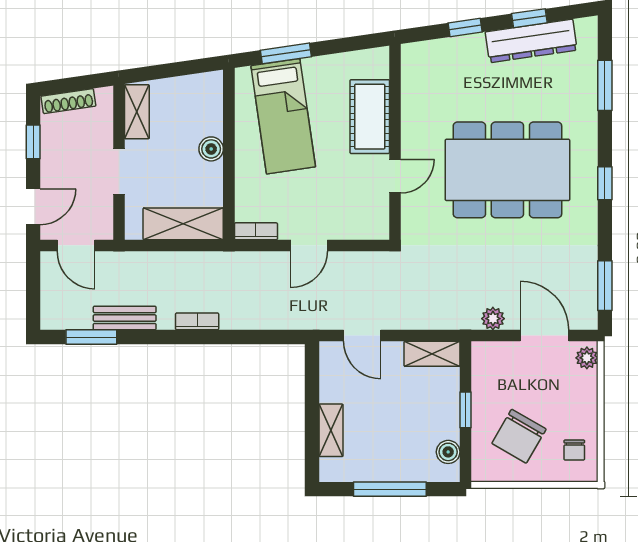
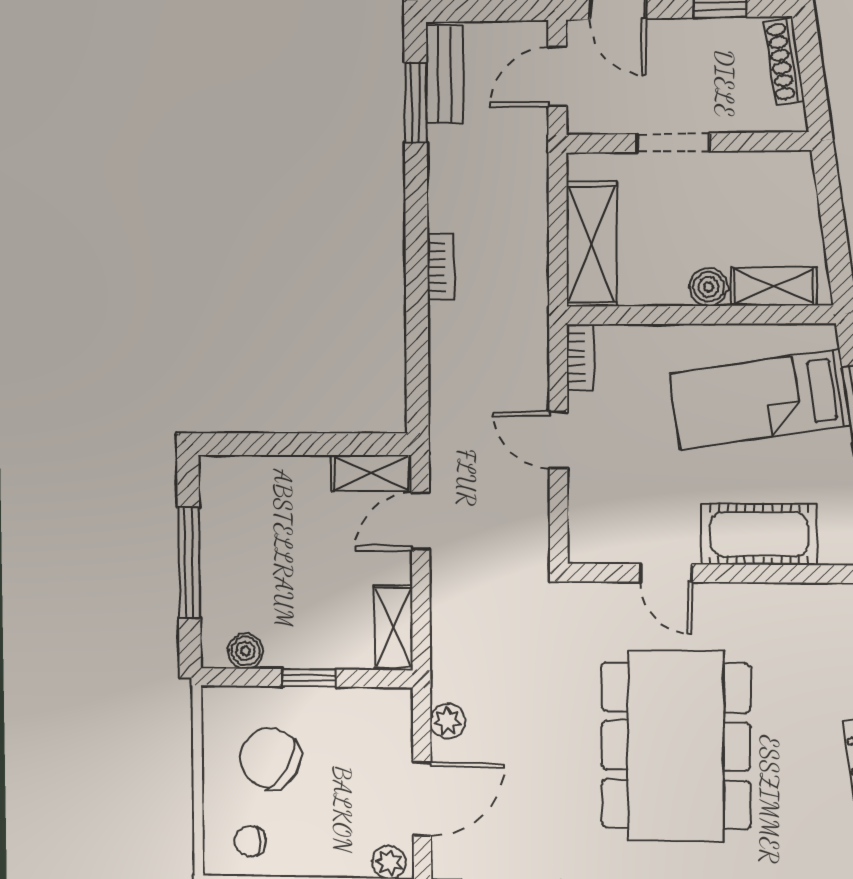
shelving: (137, 112) -> (774, 286), moved
bench: (125, 318) -> (445, 74), moved
shelving: (331, 430) -> (371, 473), moved

